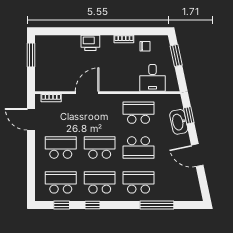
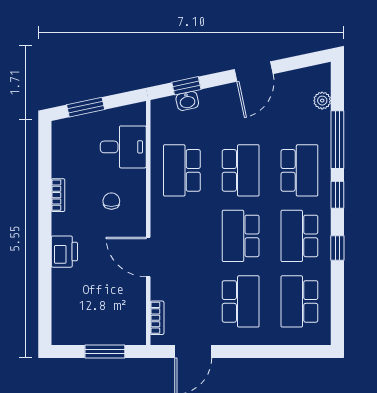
chair: (145, 46) -> (111, 201), moved
window: (31, 55) -> (105, 352), moved
washbasin: (179, 122) -> (187, 101), width x0.52, depth x0.69
school desk: (61, 147) -> (241, 301), turned 180
school desk: (139, 182) -> (299, 170), turned 180
plant: (180, 196) -> (322, 101), added
window: (62, 205) -> (337, 195), moved

